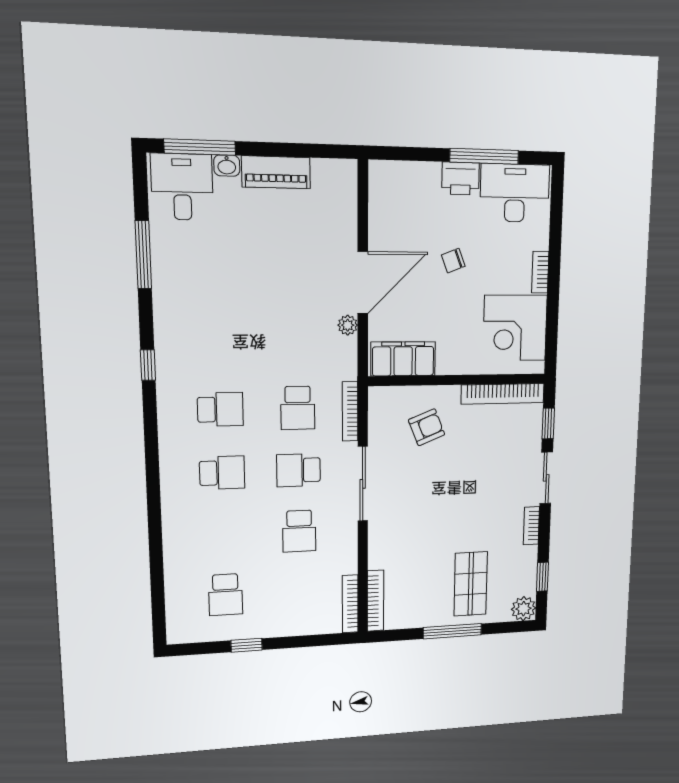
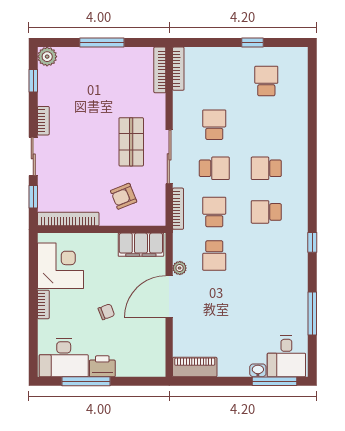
piano: (276, 172) -> (195, 367), moved
school desk: (297, 344) -> (214, 256), added
shop shelf: (471, 584) -> (131, 142), moved

